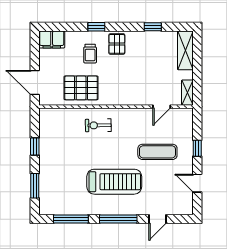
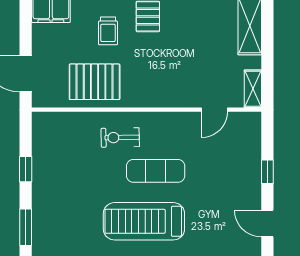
exercise mat: (157, 152) -> (156, 171), moved
treadmill: (114, 182) -> (144, 221), turned 180

